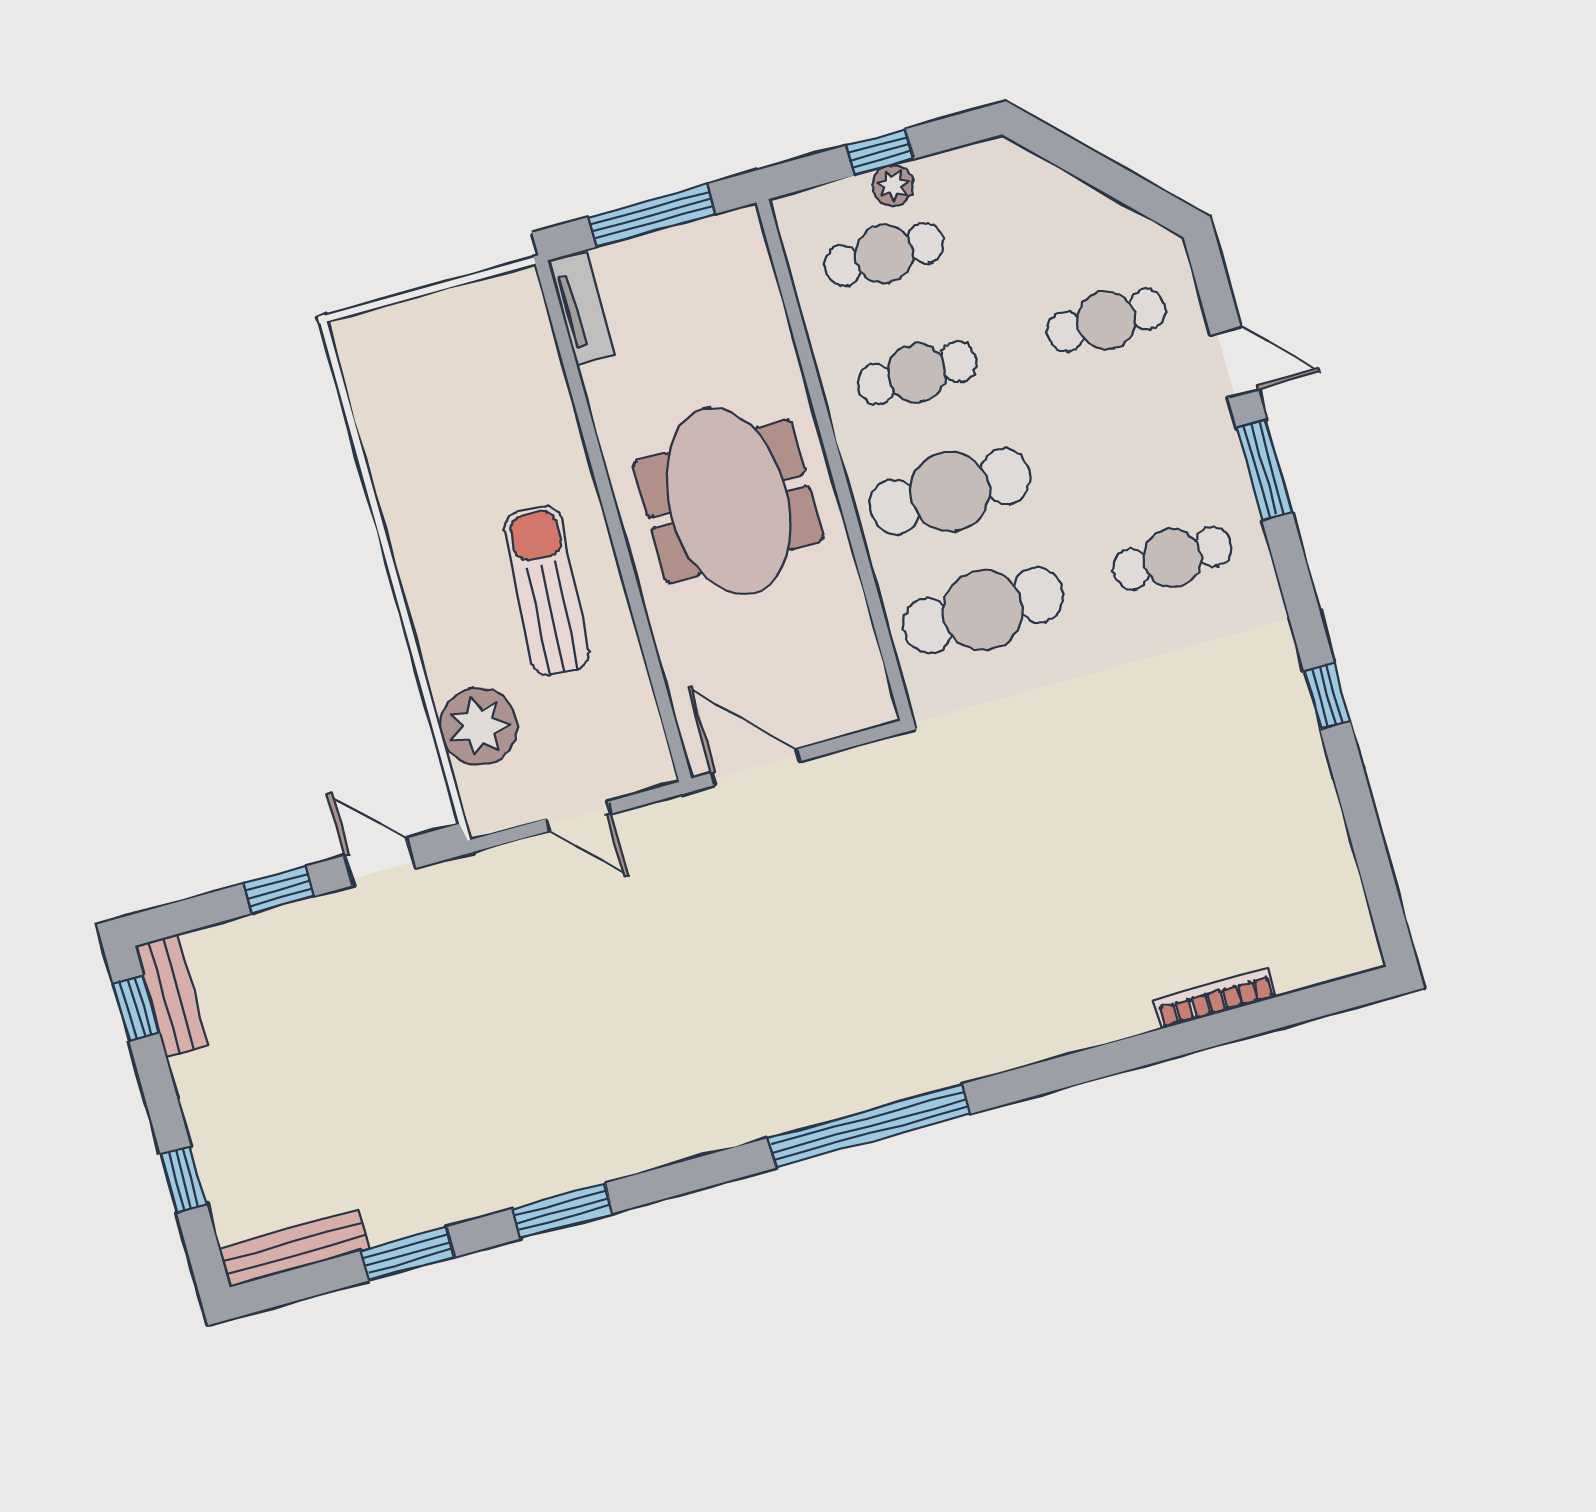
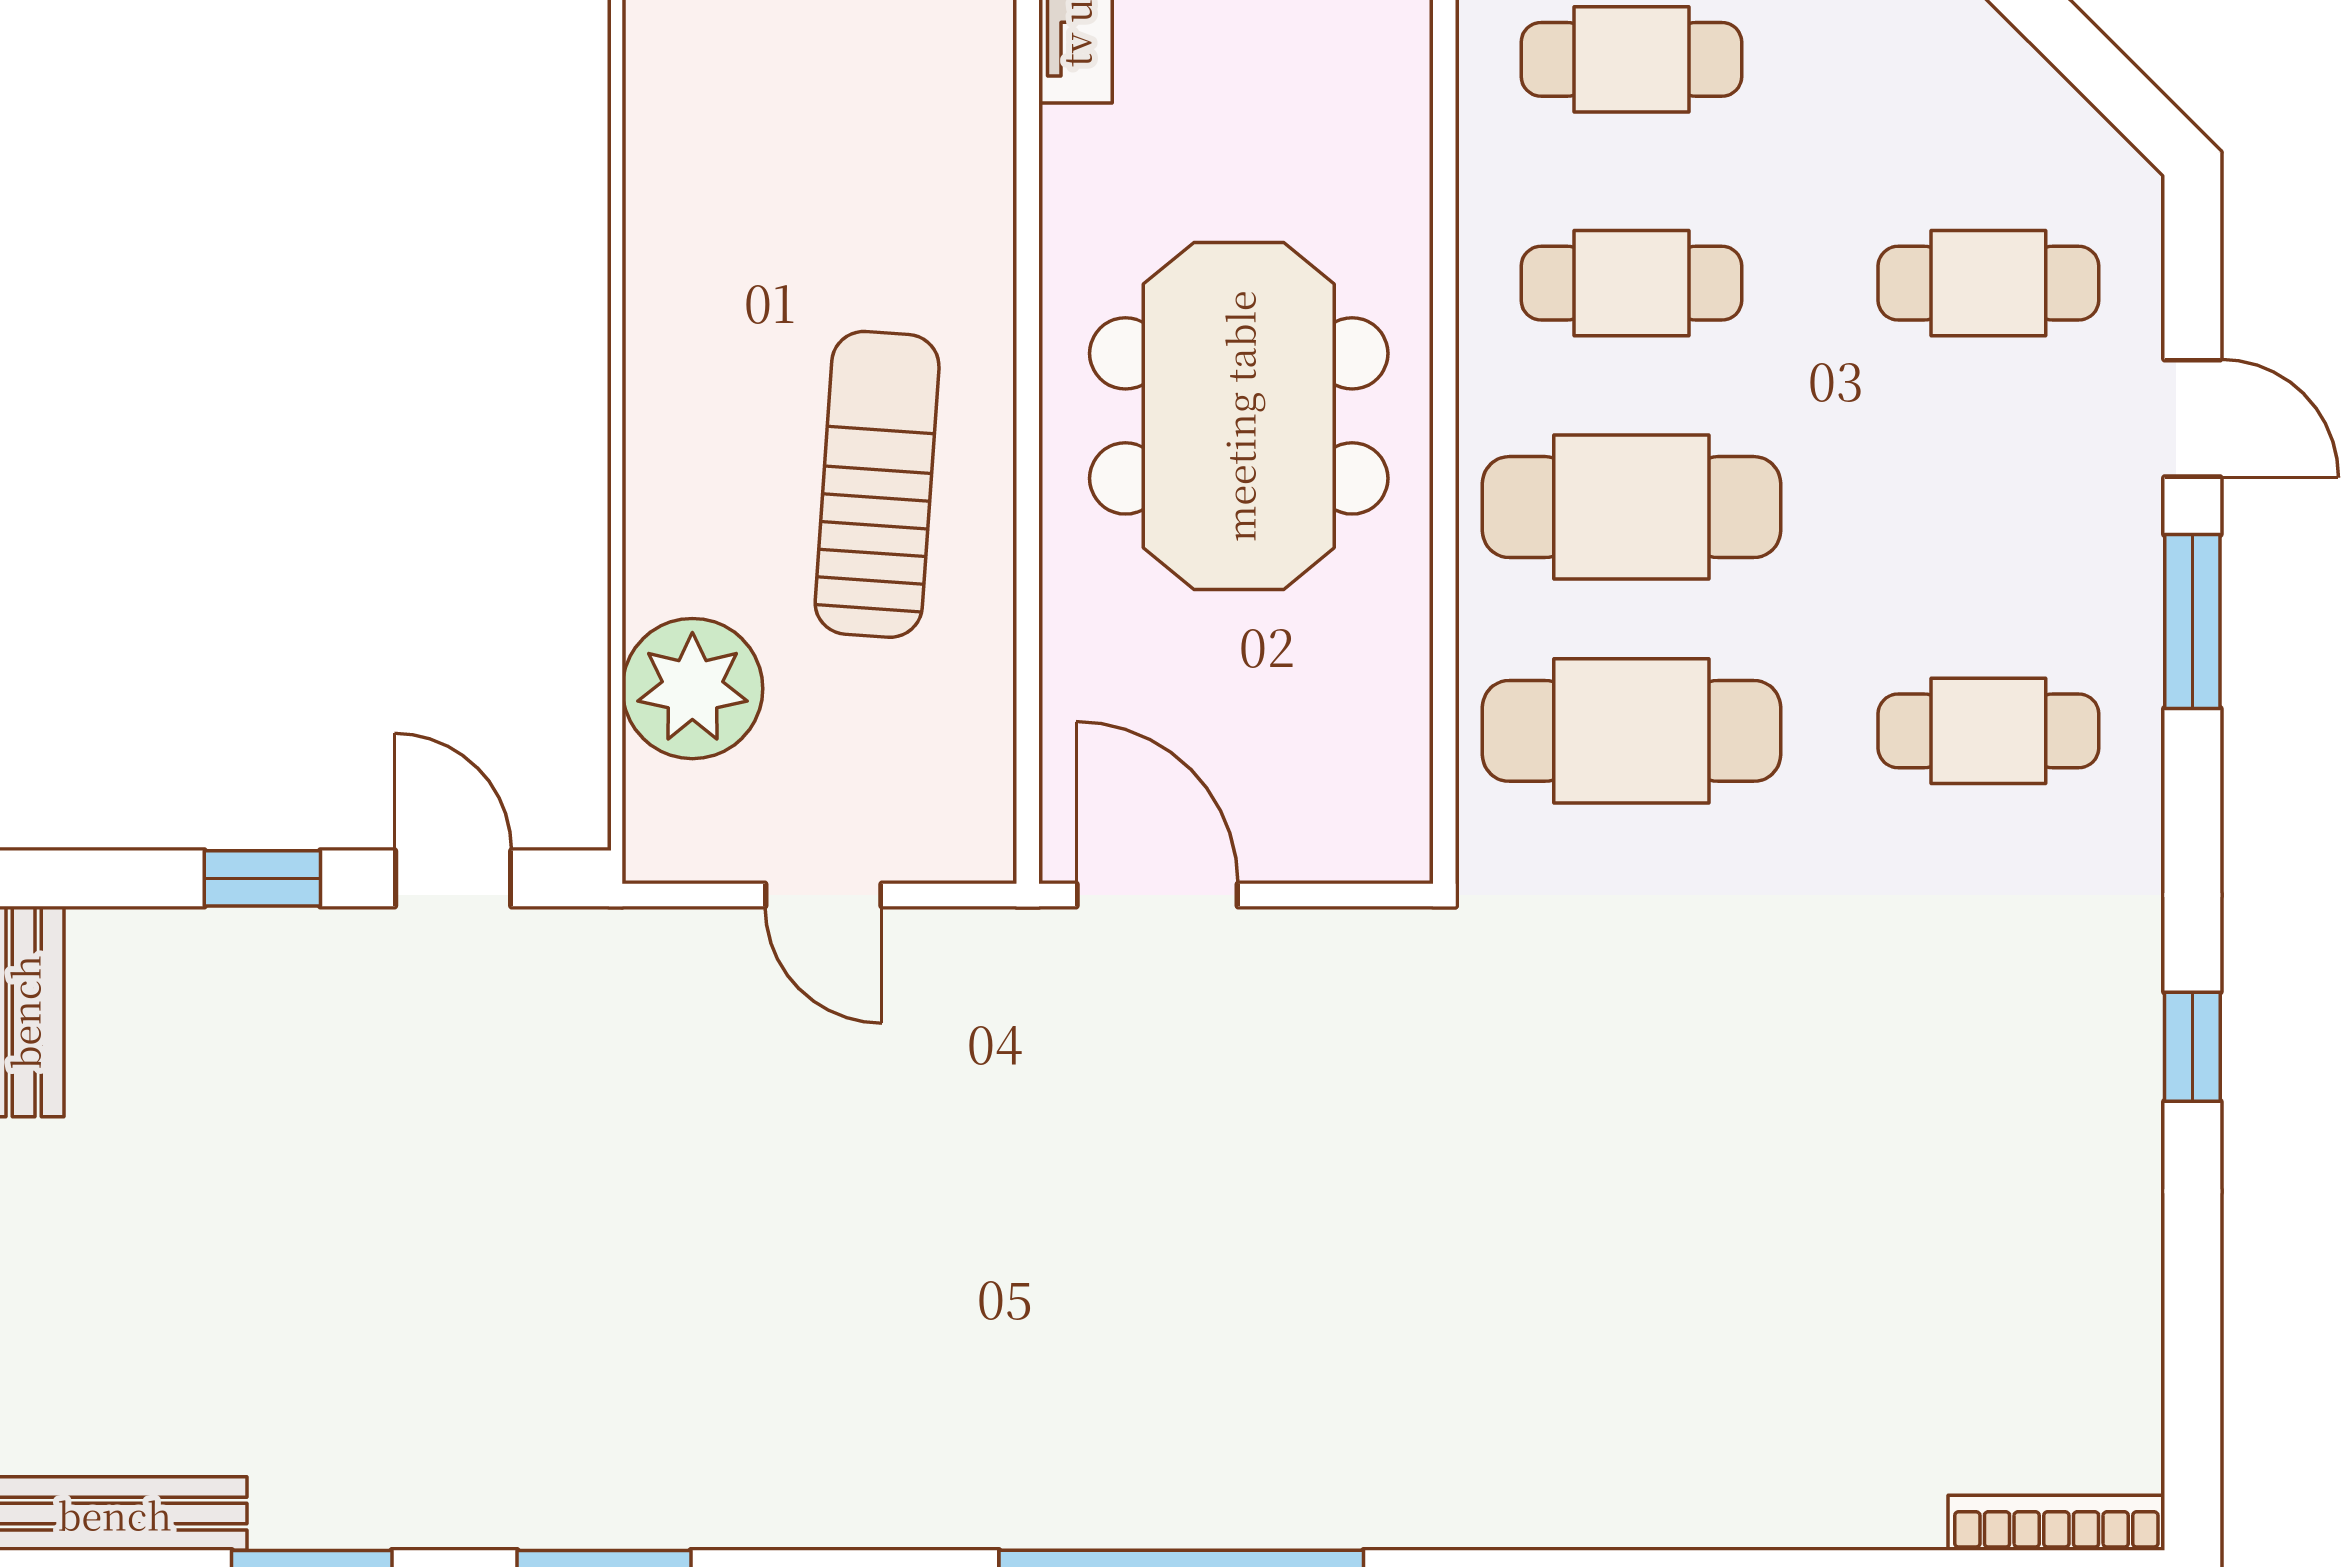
bookcase: (1215, 998) -> (2056, 1523), moved

